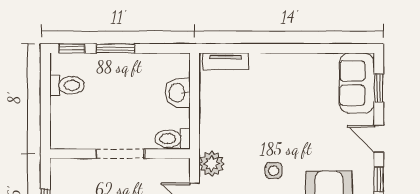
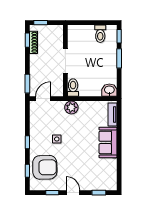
sofa: (357, 83) -> (108, 142), moved, turned -90
washbasin: (178, 93) -> (109, 90), moved
door: (379, 139) -> (73, 193), hinge flipped
plant: (212, 164) -> (71, 107), moved

